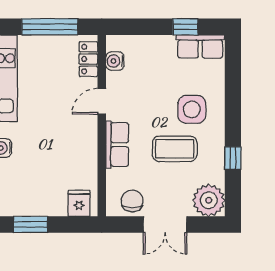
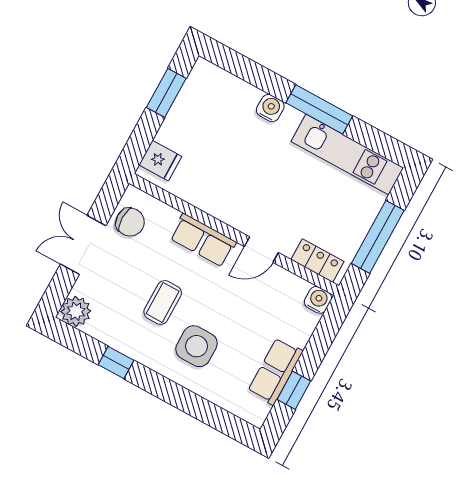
row of seats: (200, 46) -> (275, 371), moved
water cooler: (115, 61) -> (318, 300), moved
door: (102, 101) -> (261, 250), swing flipped
coffee table: (175, 149) -> (163, 302), width x0.73, depth x0.77
plant: (209, 200) -> (76, 311), width x0.73, depth x0.73

